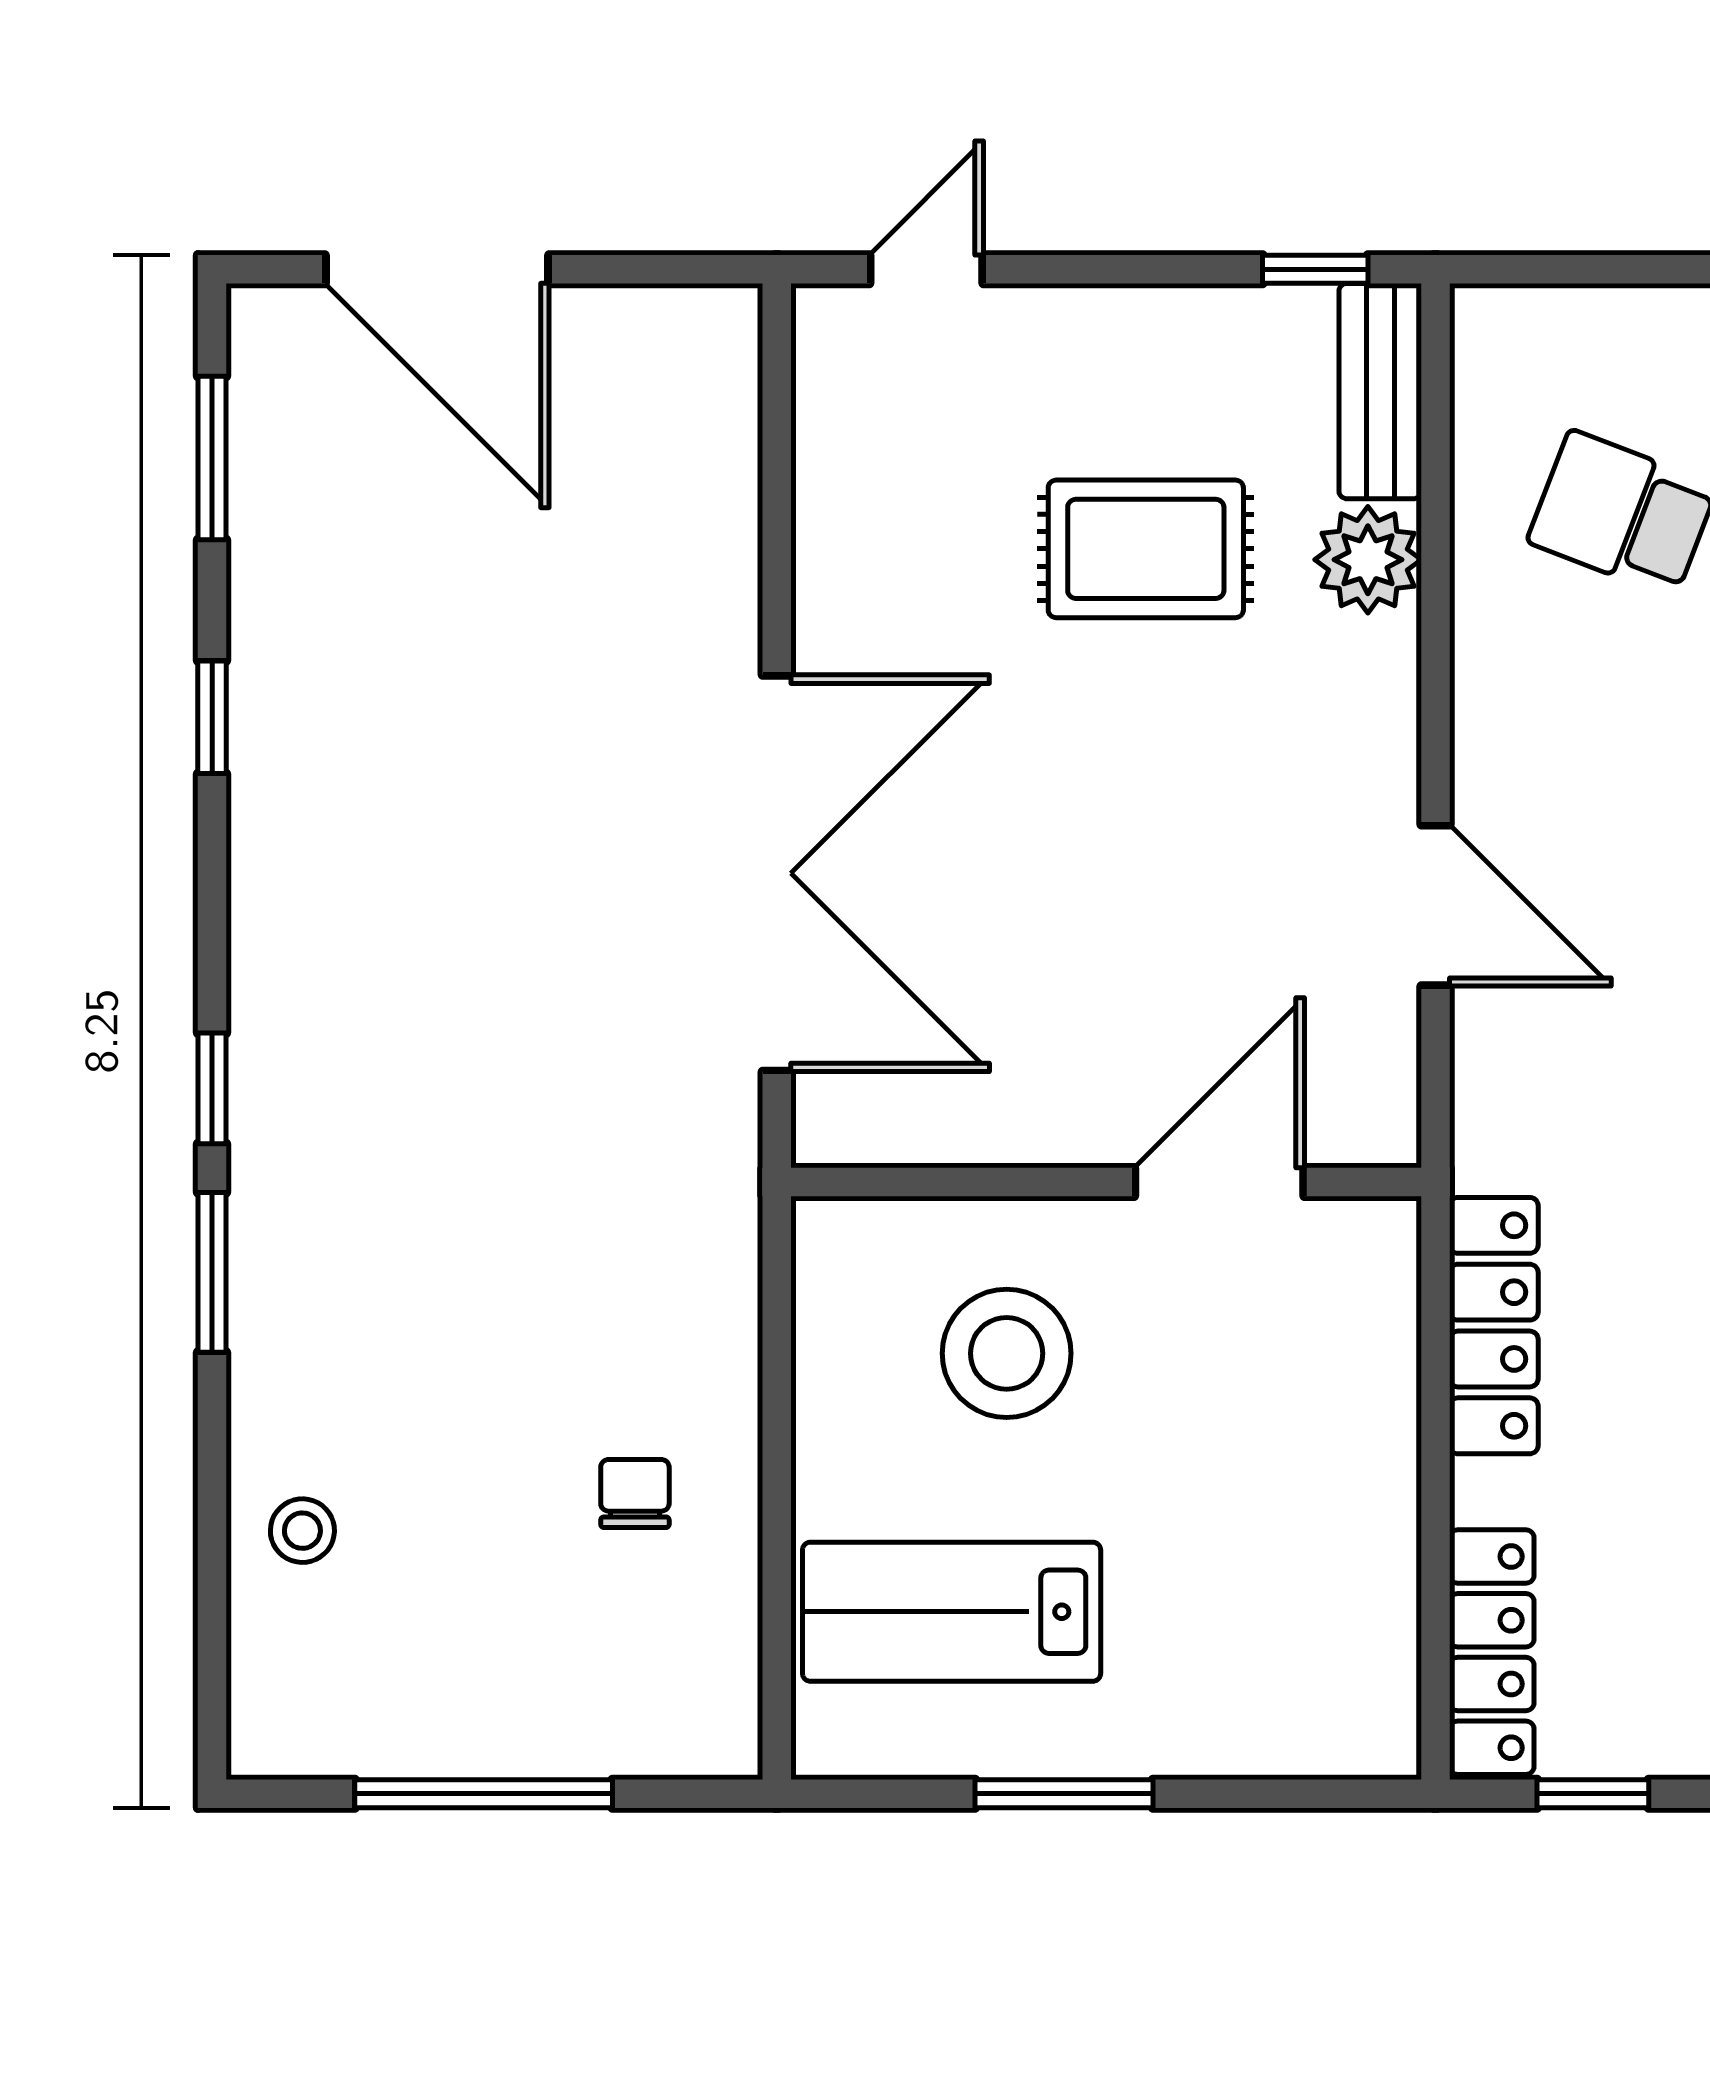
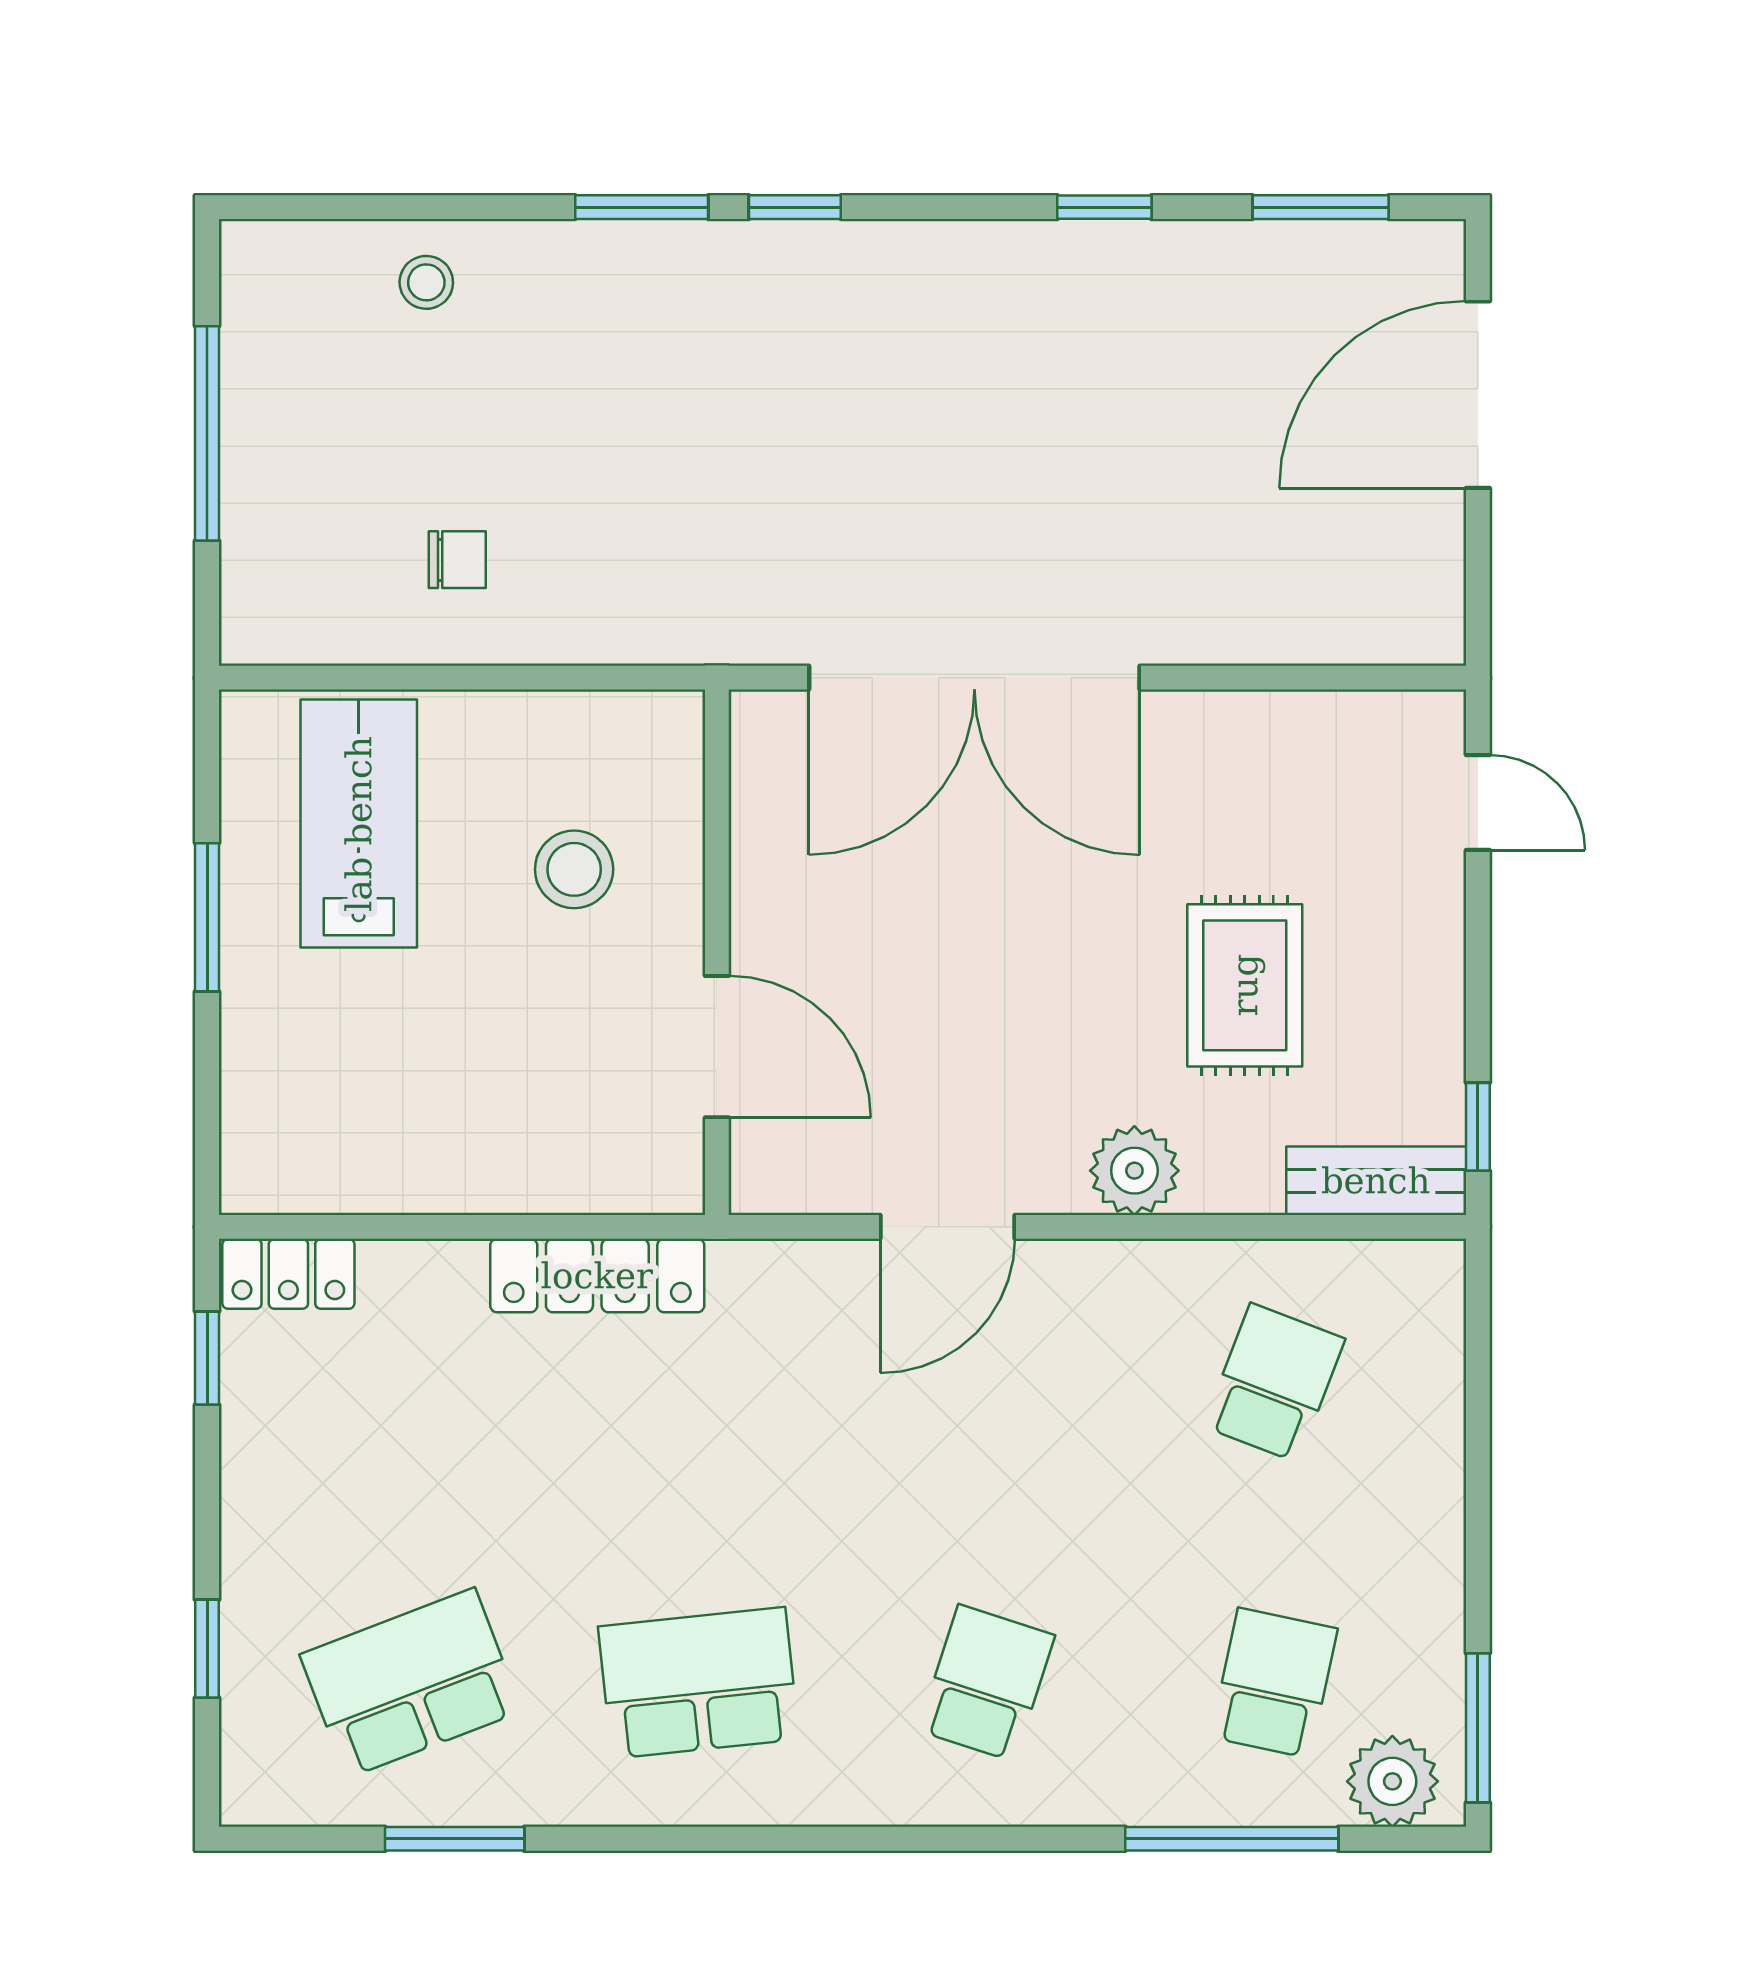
plant: (1368, 560) -> (1134, 1171), moved
stool: (1007, 1353) -> (574, 869), width x0.73, depth x0.73
locker: (1492, 1652) -> (288, 1274), width x0.66

